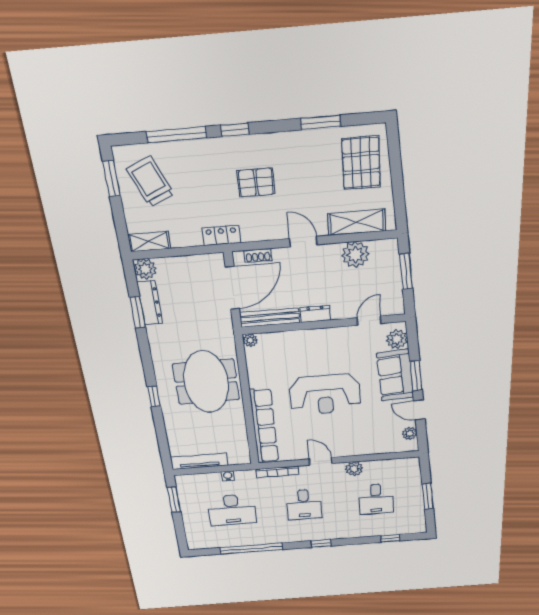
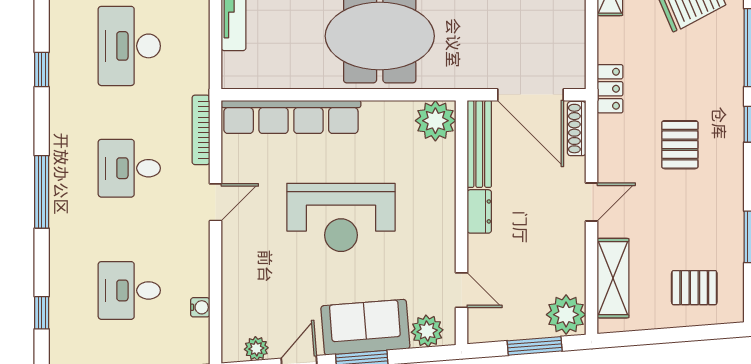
pallet: (361, 163) -> (694, 288), width x0.67, depth x0.71
shoe rack: (258, 255) -> (577, 129), width x1.43
plant: (355, 255) -> (566, 315), moved
plant: (250, 340) -> (435, 121), width x1.87, depth x1.87
reception desk: (325, 394) -> (341, 217), turned -90
plant: (354, 469) -> (195, 256), removed
water cooler: (228, 476) -> (200, 307), moved
window: (321, 543) -> (42, 192), width x2.17
window: (251, 549) -> (42, 69), width x0.32

